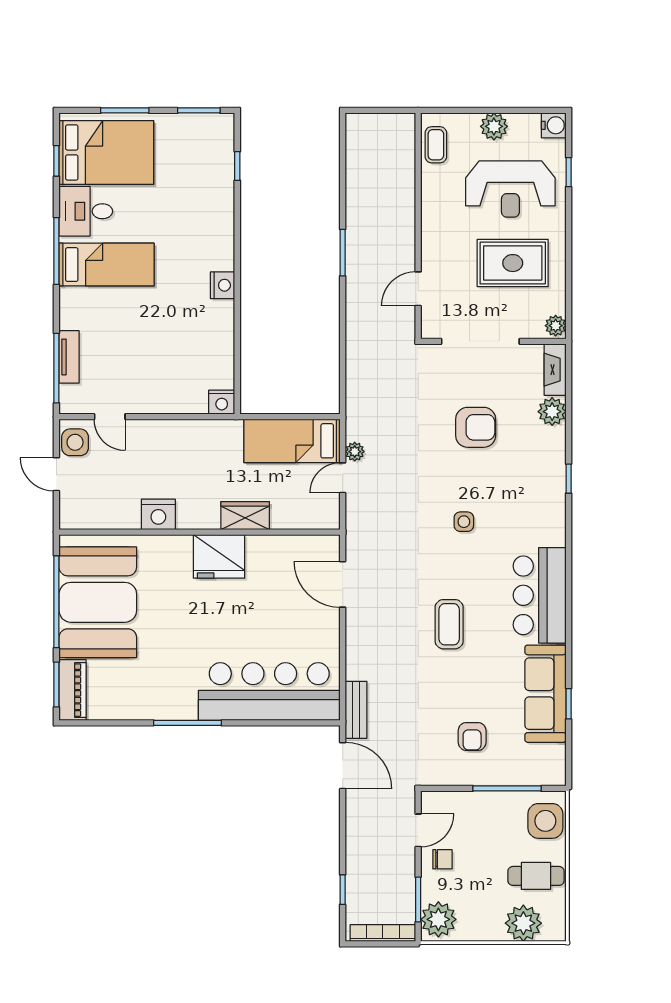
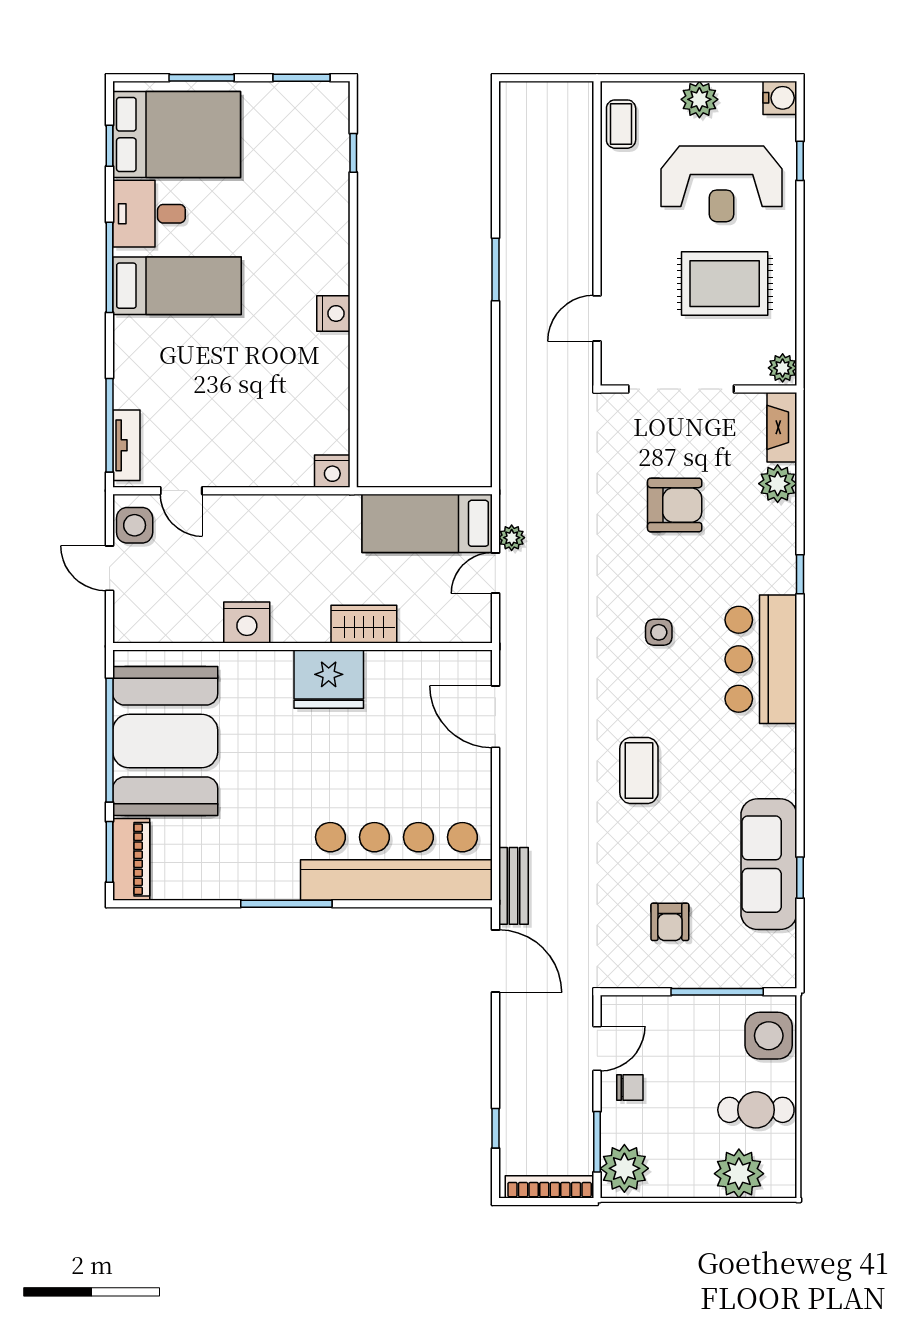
tv unit: (69, 357) -> (126, 445), moved
bar counter: (540, 595) -> (761, 659), moved

